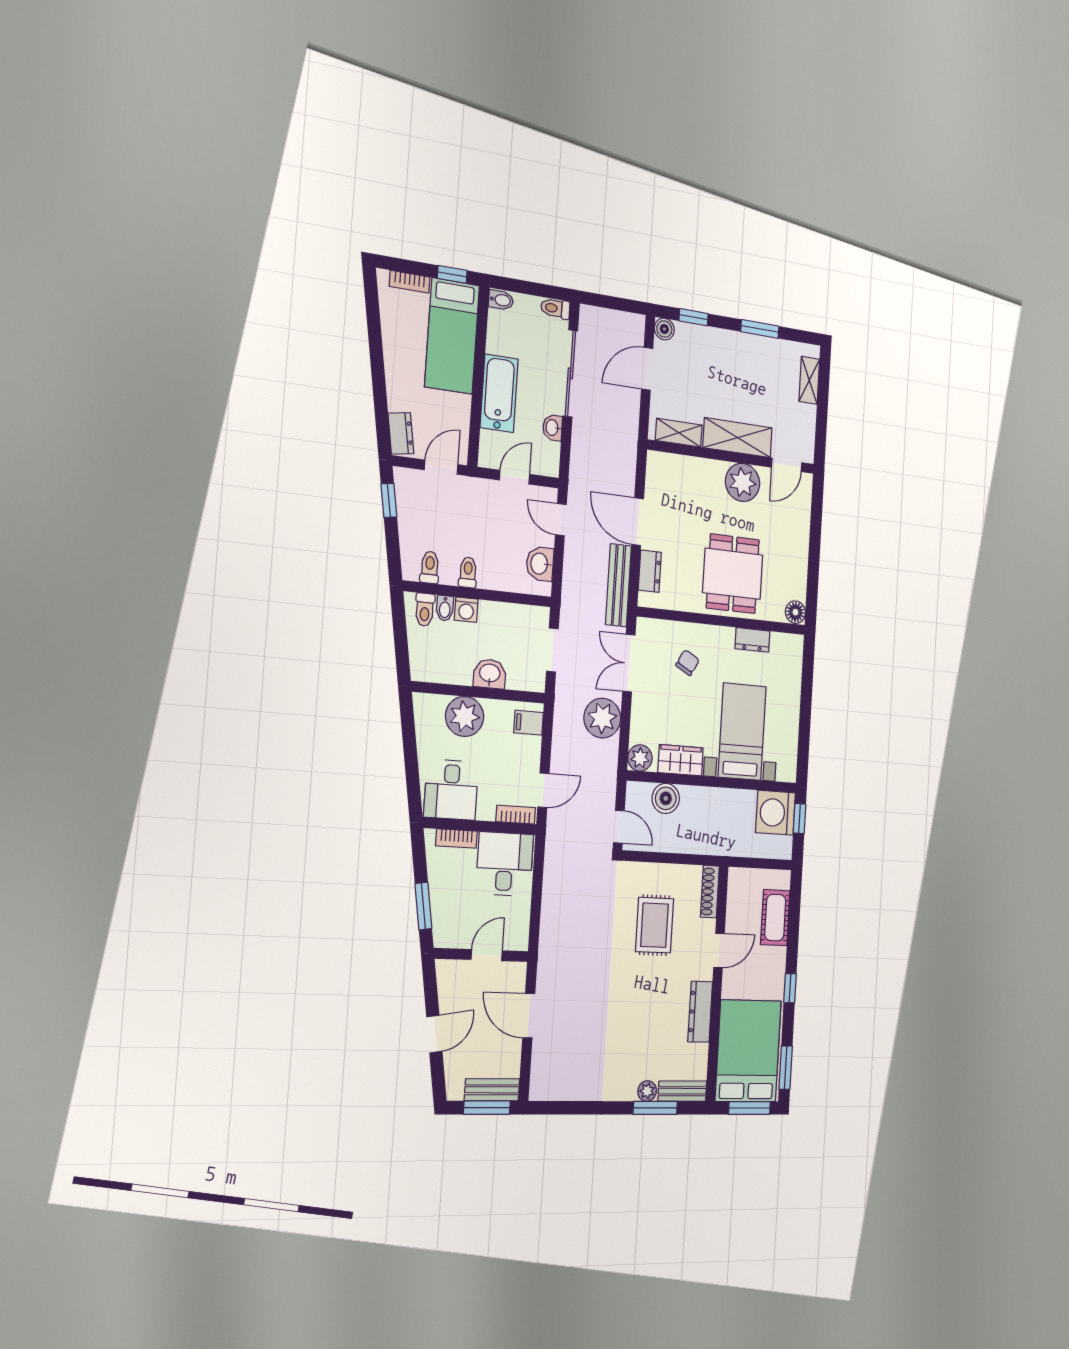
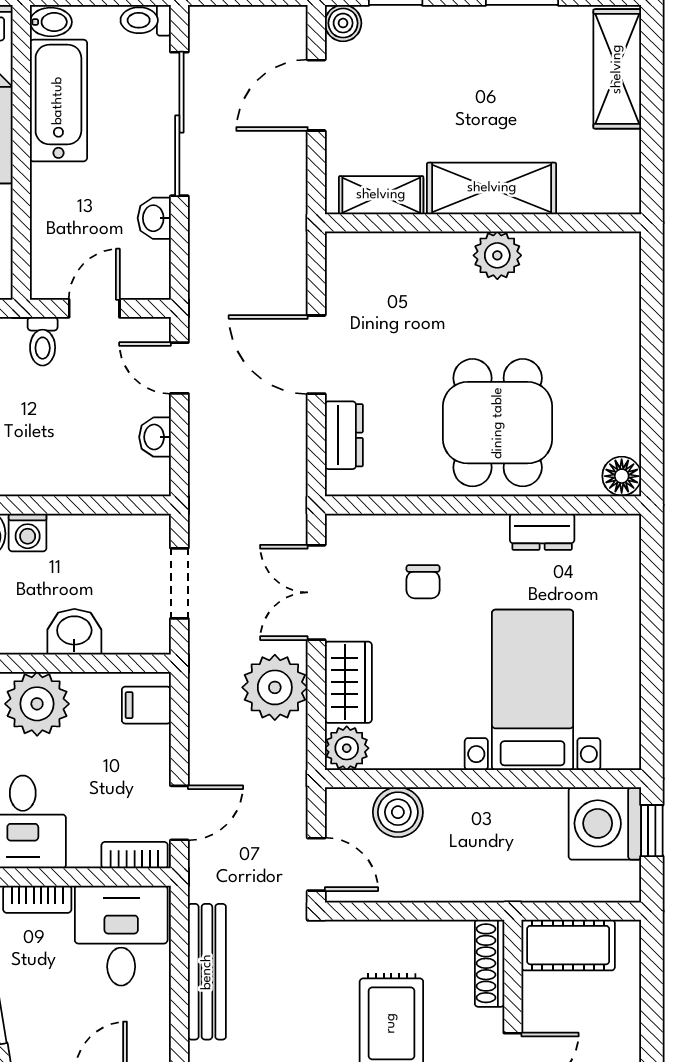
shelving: (809, 380) -> (617, 69), width x1.50, depth x1.33
bathtub: (499, 393) -> (58, 101), moved
door: (787, 465) -> (589, 223), removed
plant: (743, 482) -> (497, 255), width x0.73, depth x0.73
washbasin: (540, 564) -> (155, 437), width x0.72, depth x0.69
toilet: (468, 572) -> (43, 341), moved, turned 180
bench: (618, 585) -> (207, 972), moved
chair: (688, 663) -> (423, 582), turned 151
wardrobe: (680, 760) -> (348, 682), moved, turned 90
cot: (775, 918) -> (568, 945), moved, turned 90

